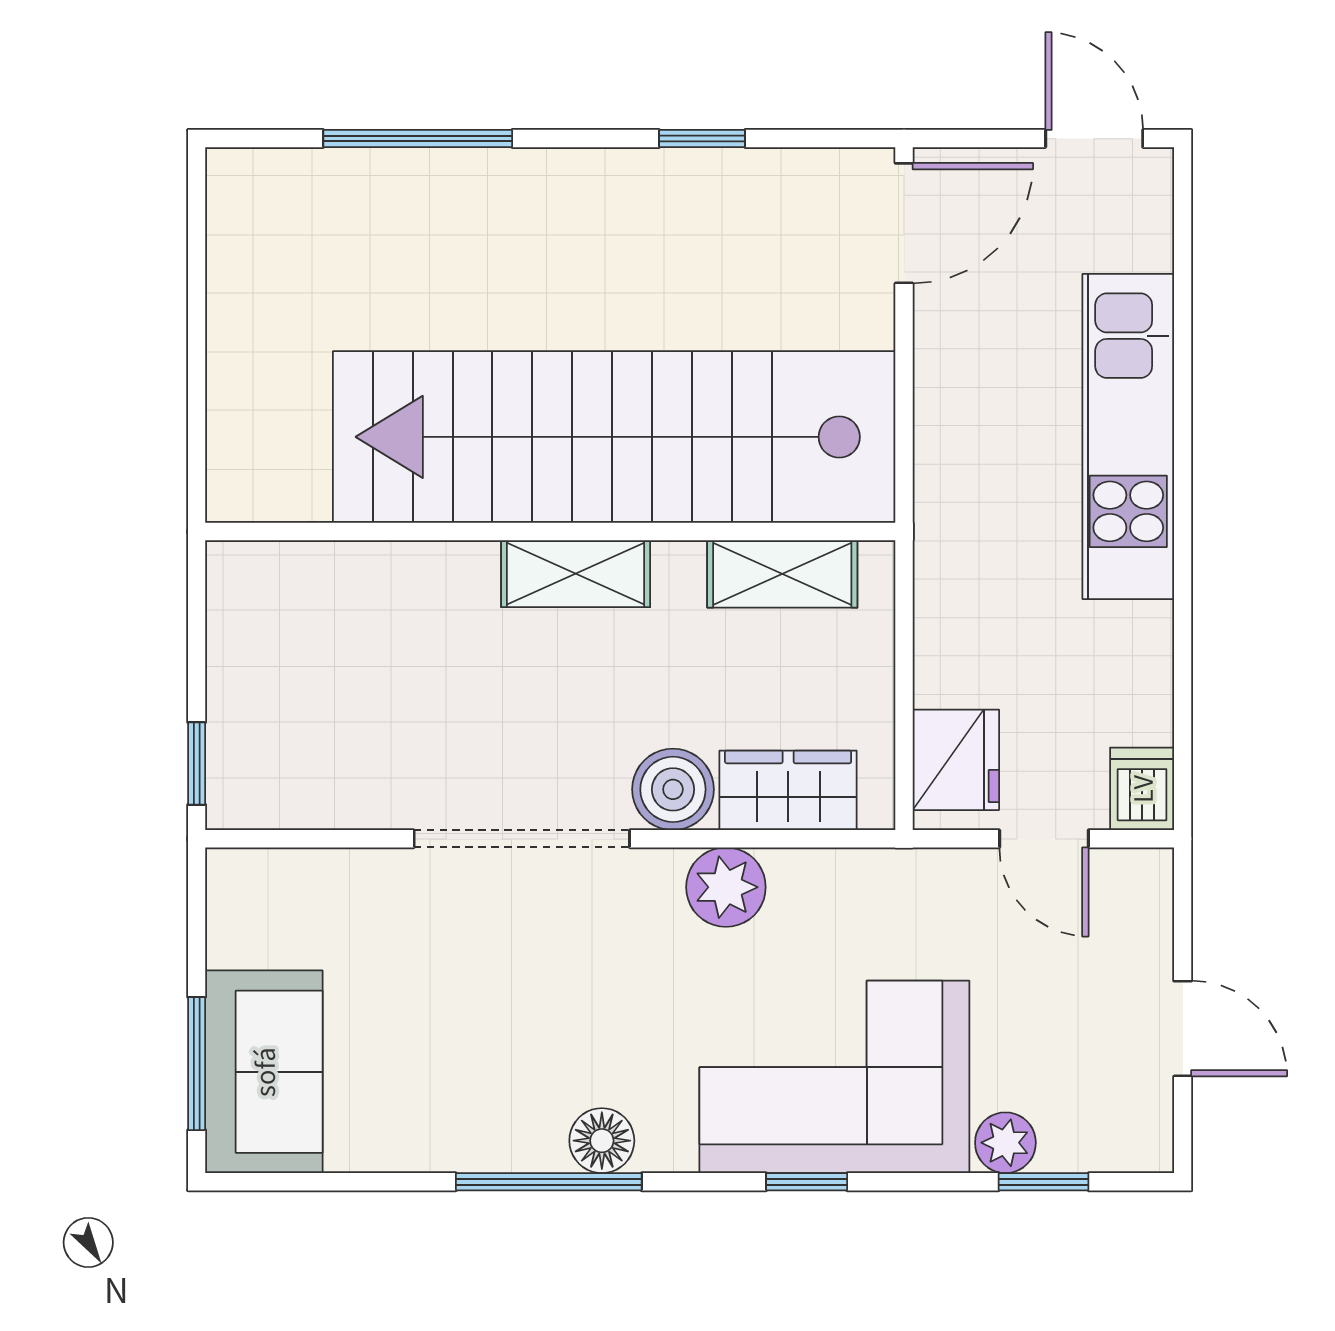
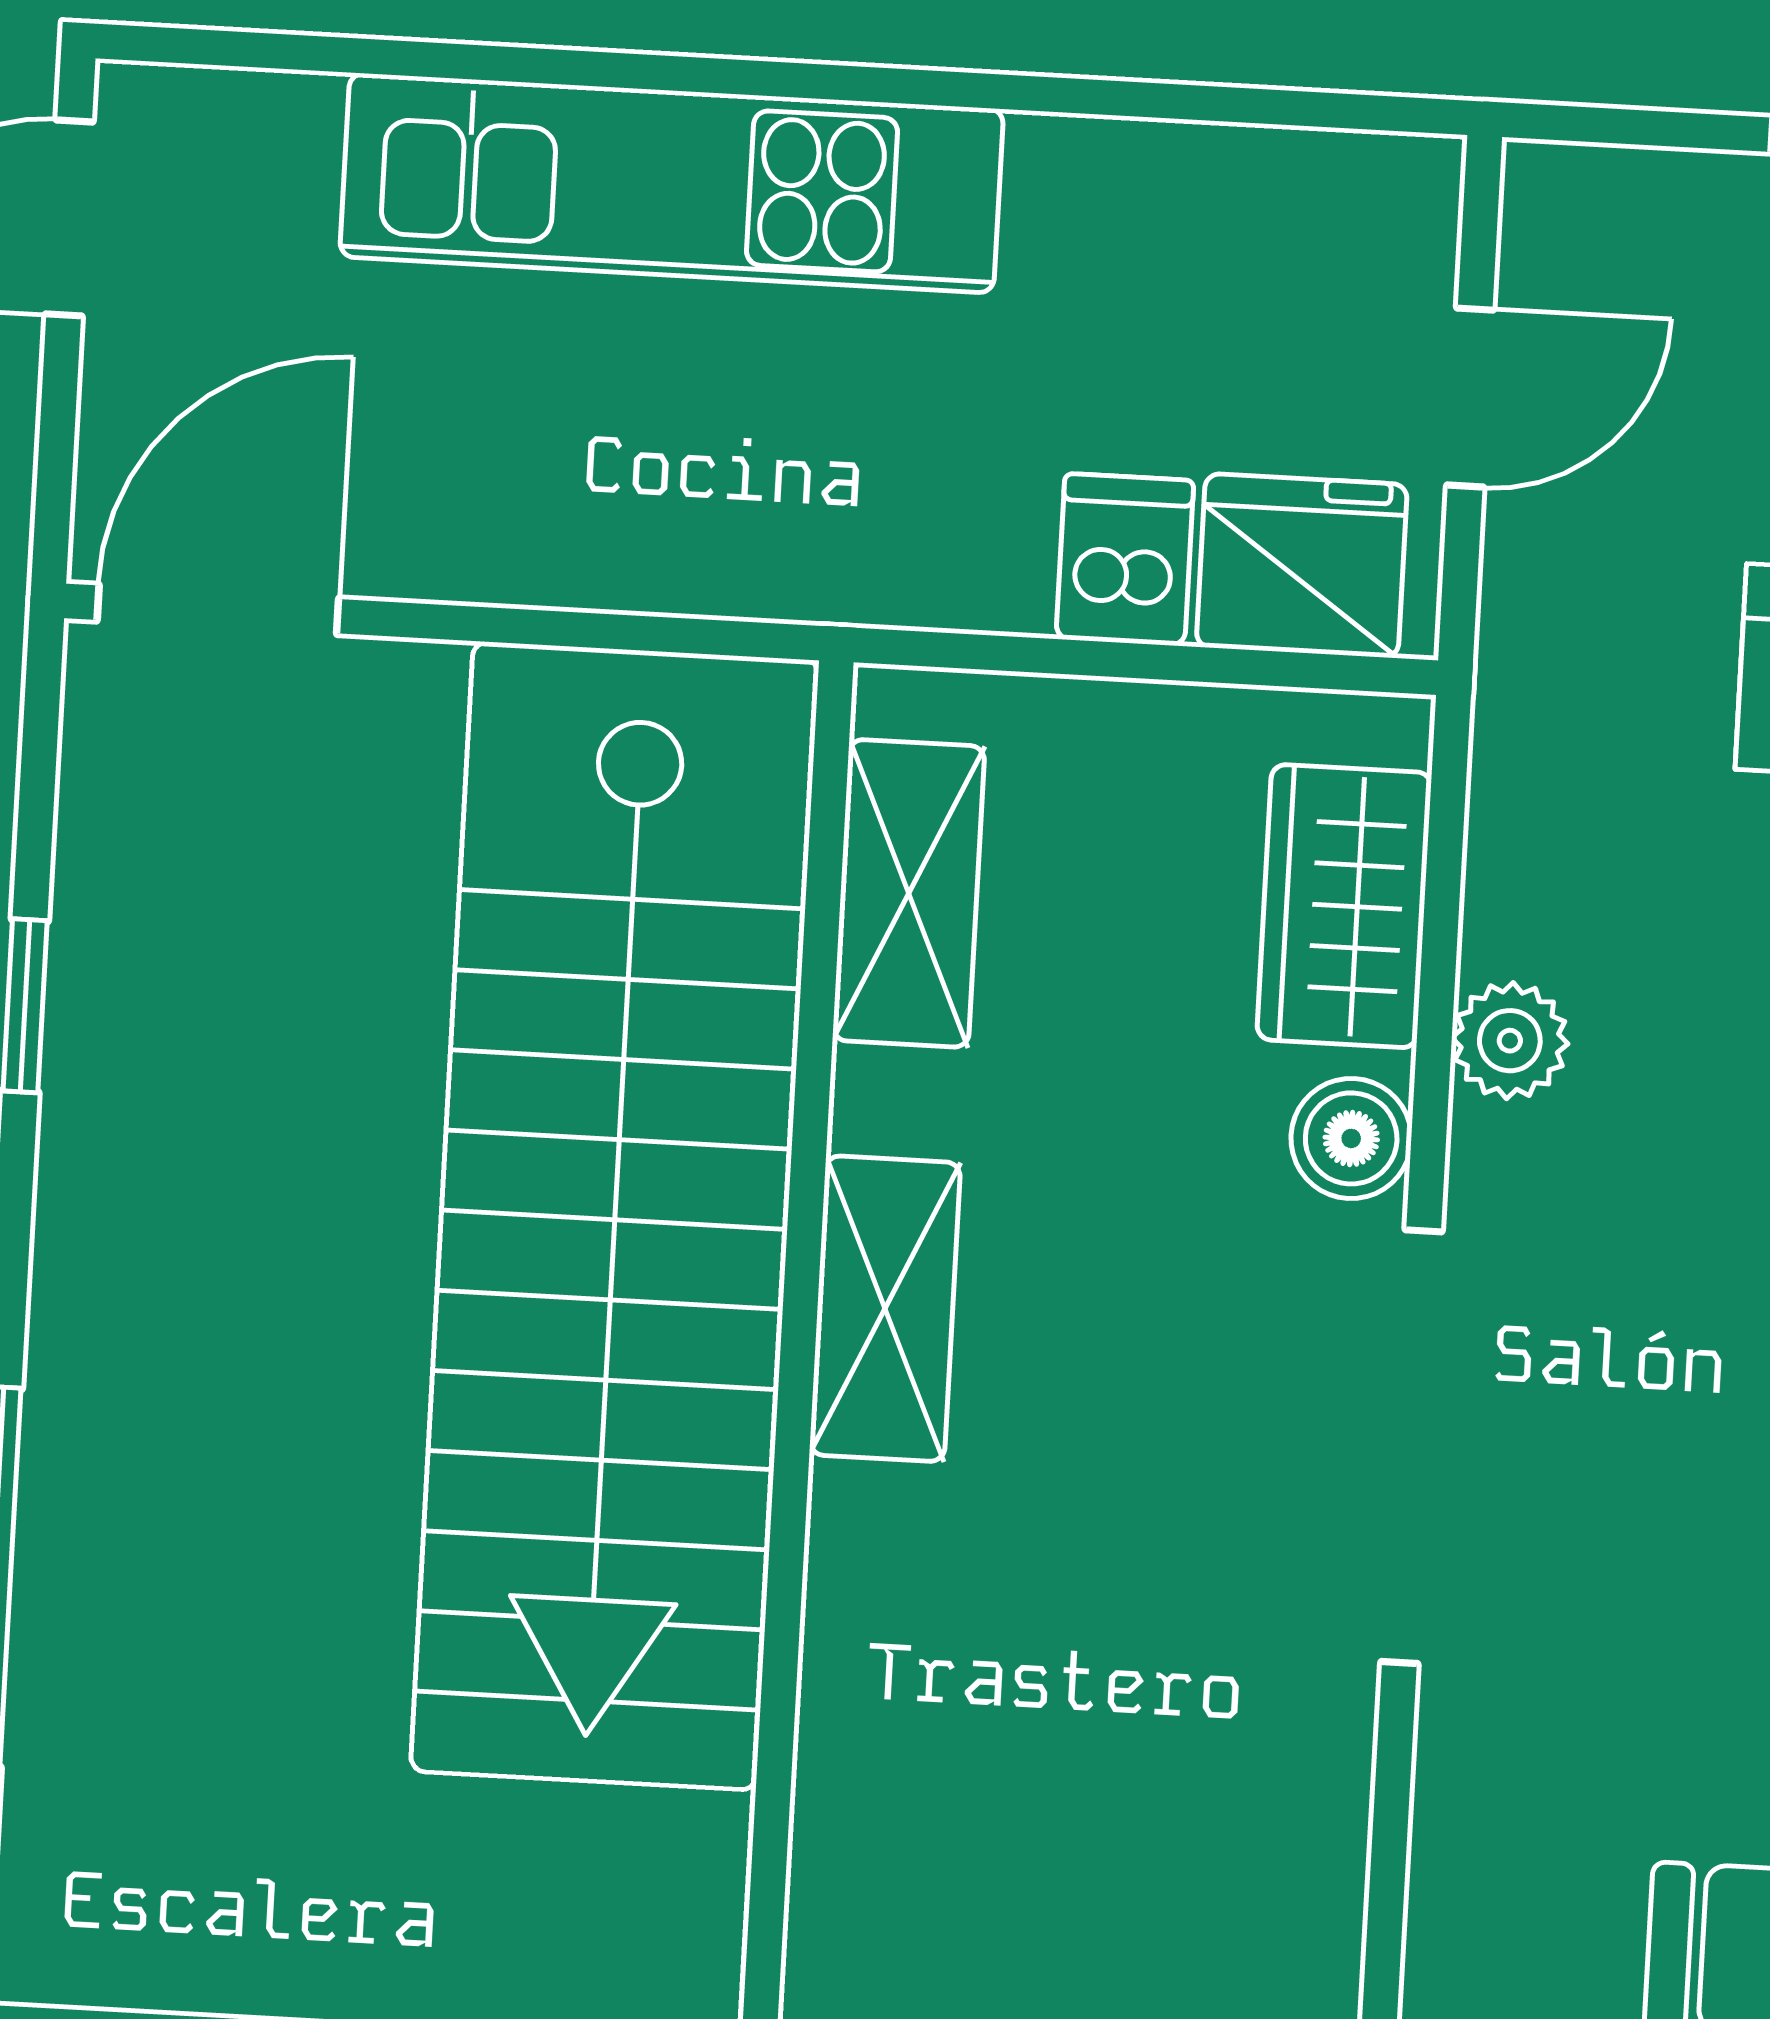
door: (904, 223) -> (218, 609), hinge flipped
boiler: (673, 789) -> (1351, 1138), width x0.73, depth x0.73
dishwasher: (1142, 789) -> (1125, 560), moved, turned 90
plant: (726, 887) -> (1510, 1041), width x0.73, depth x0.73

